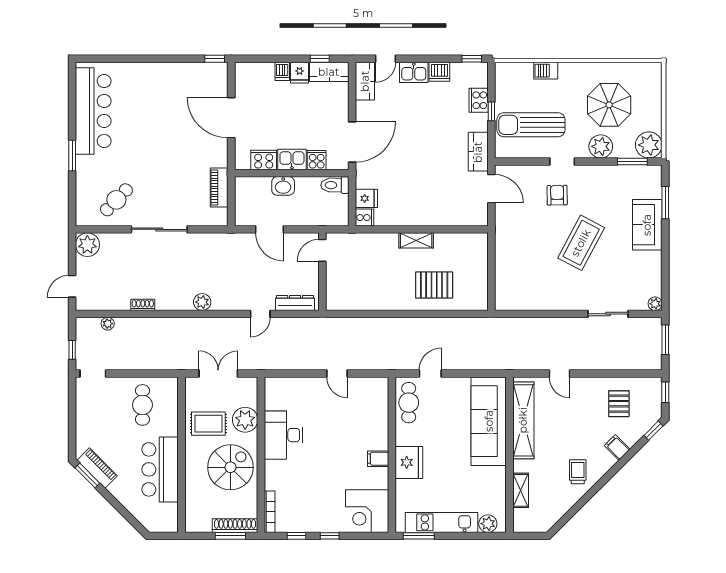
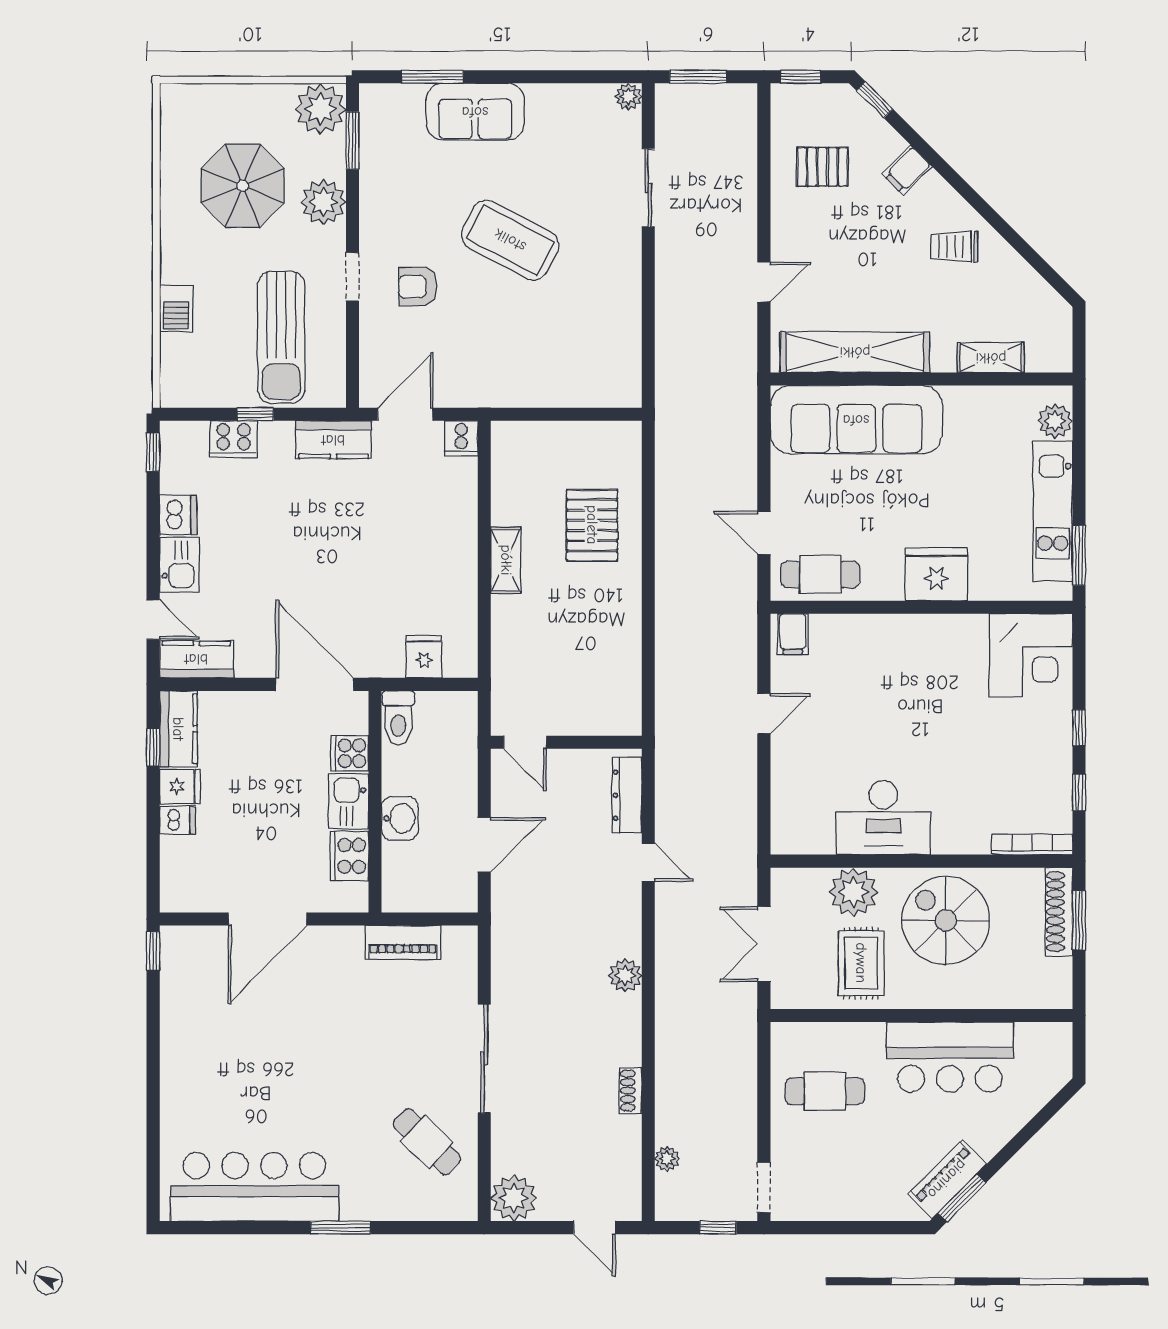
cooker: (365, 218) -> (461, 438), moved, turned 180
filing cabinet: (378, 459) -> (793, 634), moved

